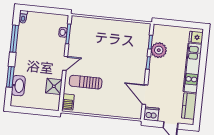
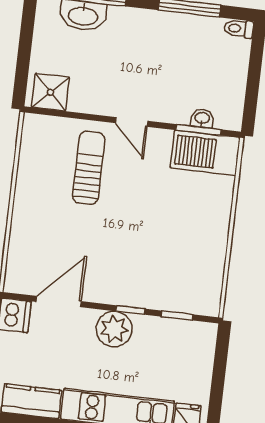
plant: (159, 50) -> (114, 329), moved
shower: (54, 86) -> (50, 92), moved
barbecue: (68, 102) -> (205, 153), moved, width x1.88, depth x1.53

